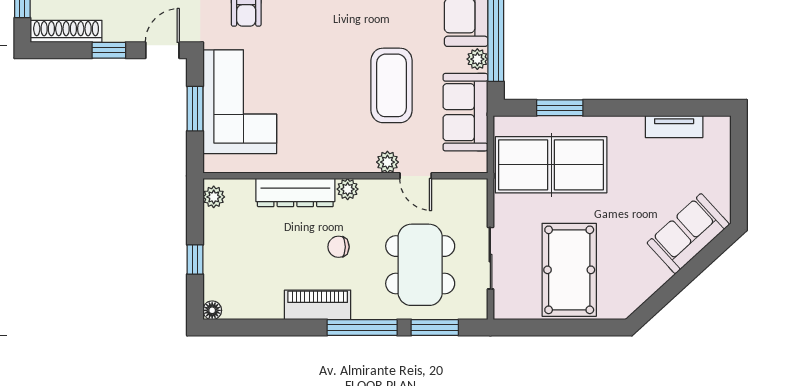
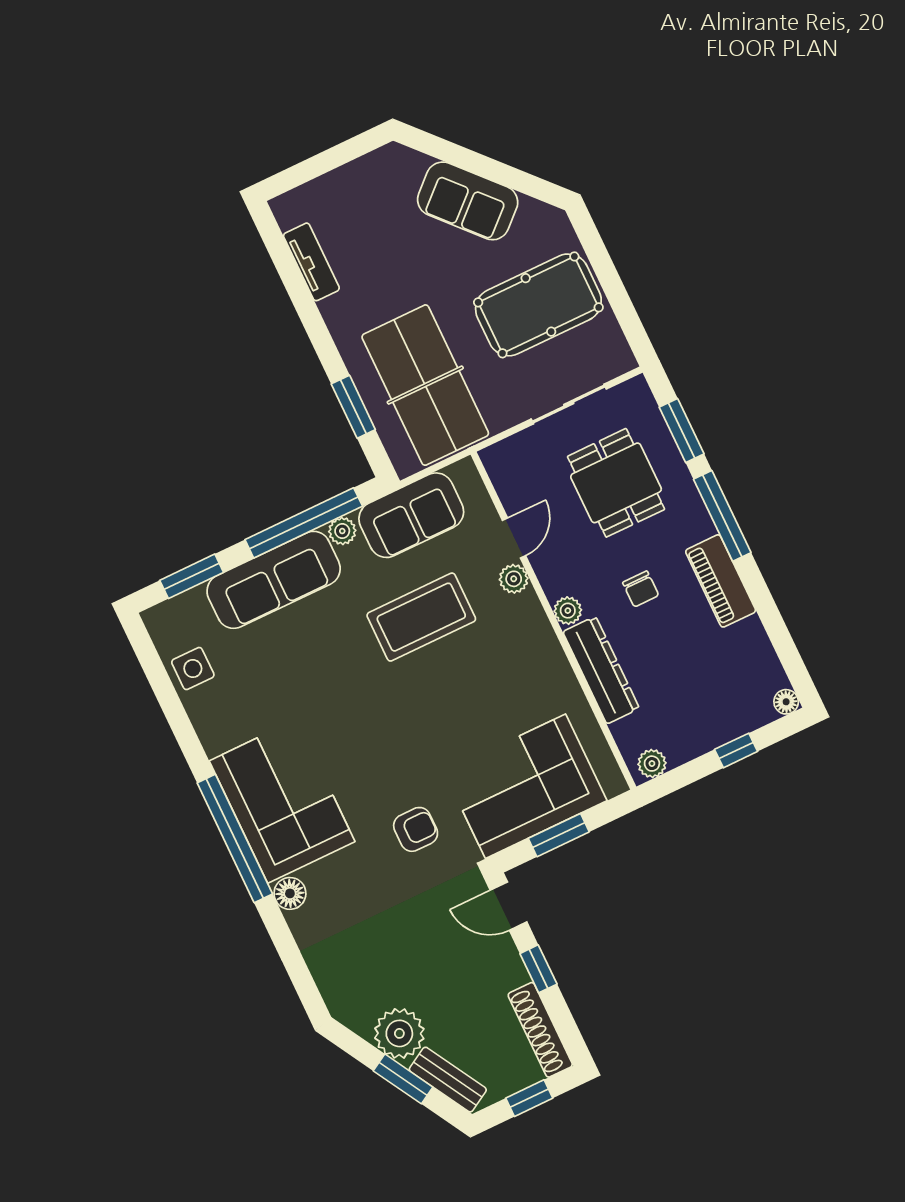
sofa: (688, 234) -> (468, 201), moved
dining table: (420, 265) -> (616, 483), width x0.73

